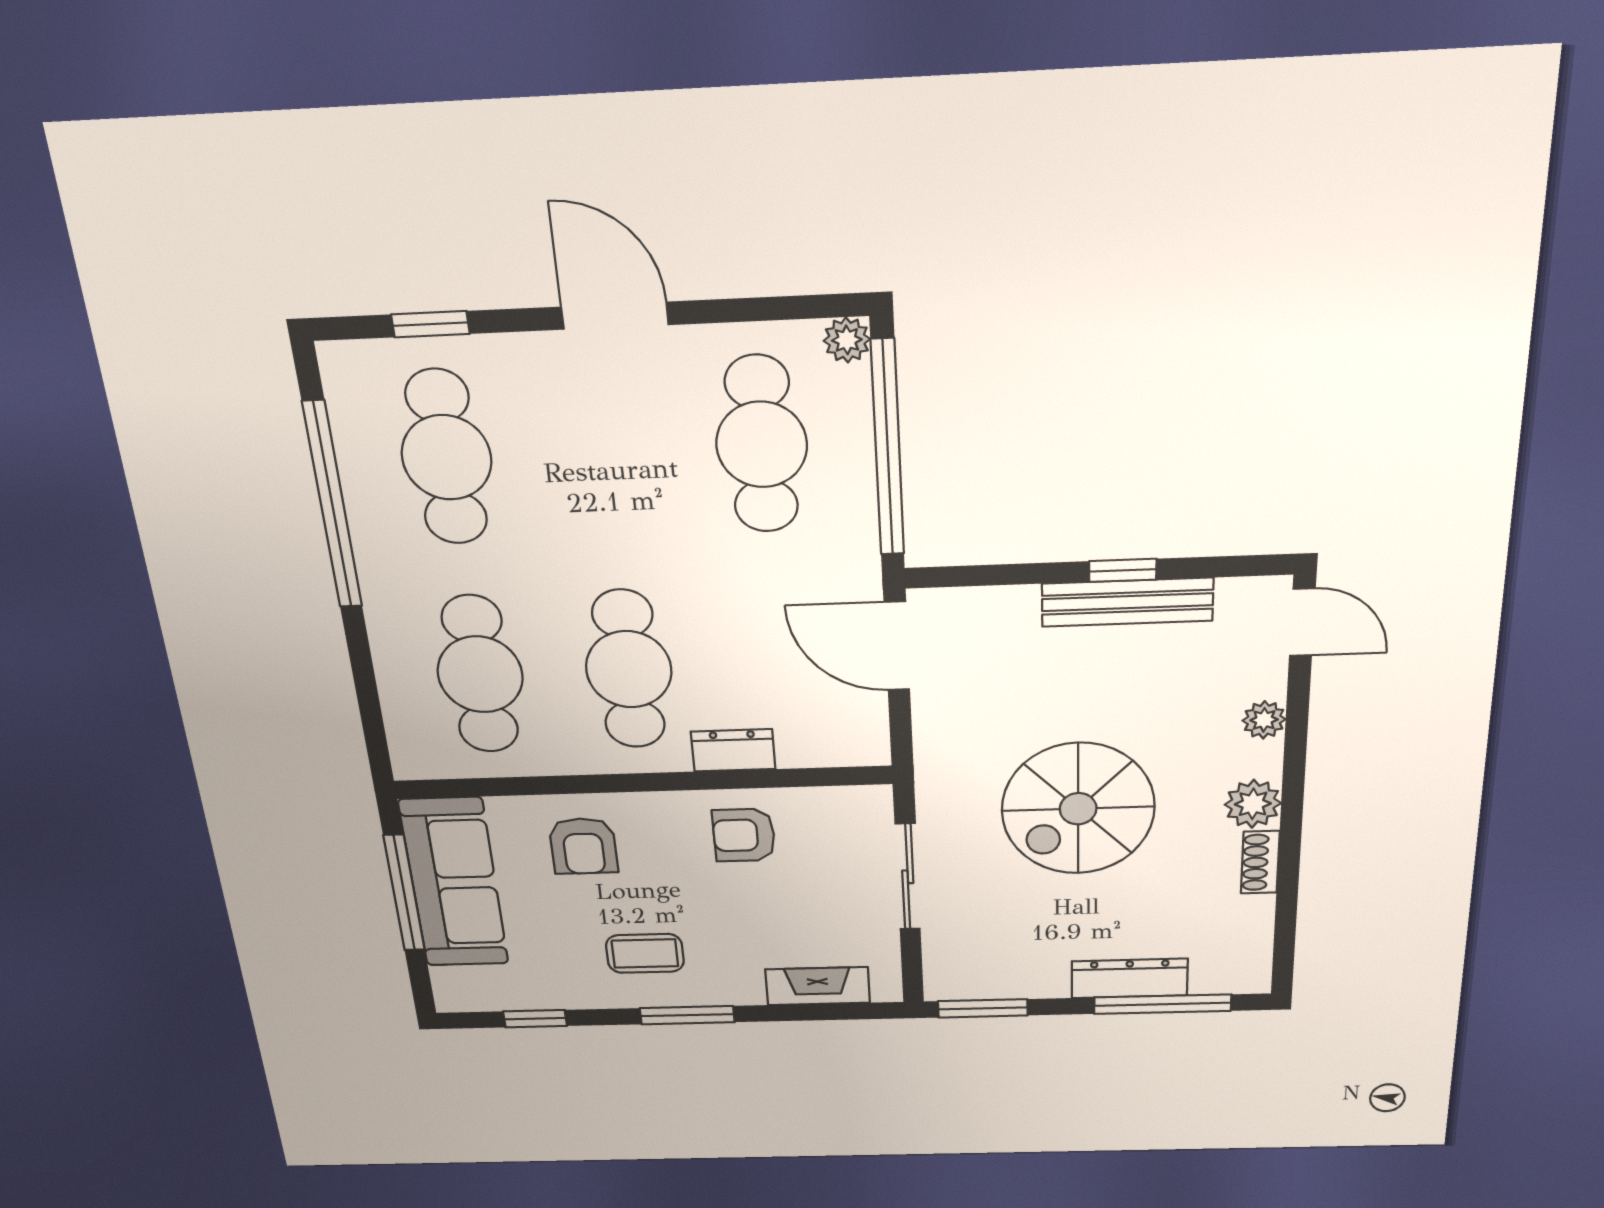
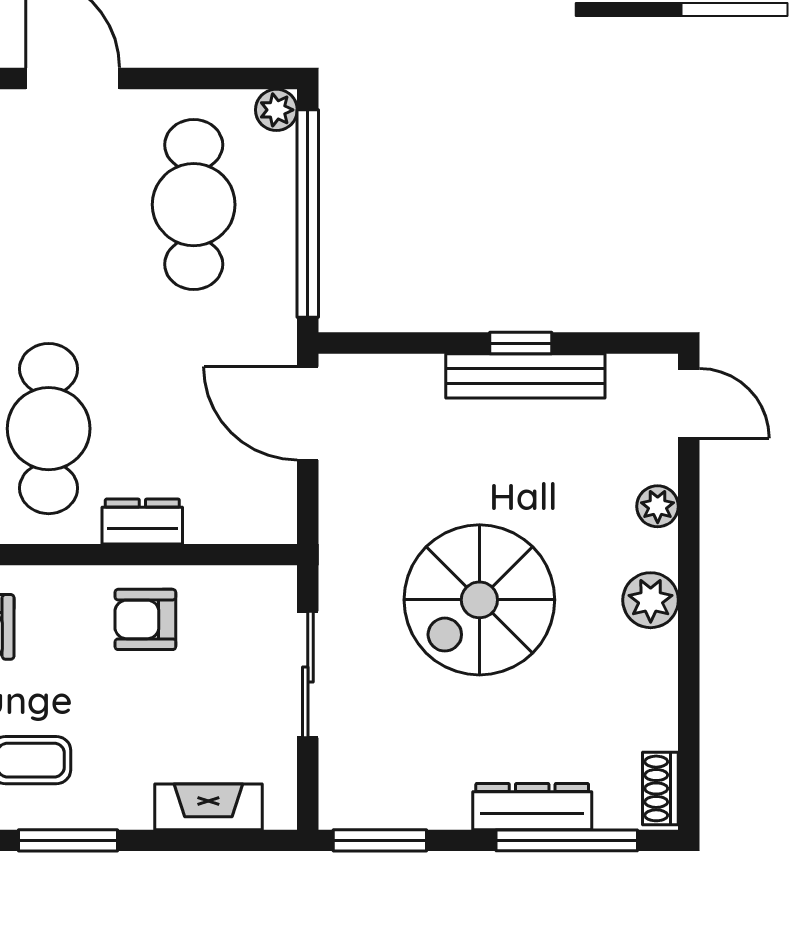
shoe rack: (1260, 862) -> (660, 788), moved

